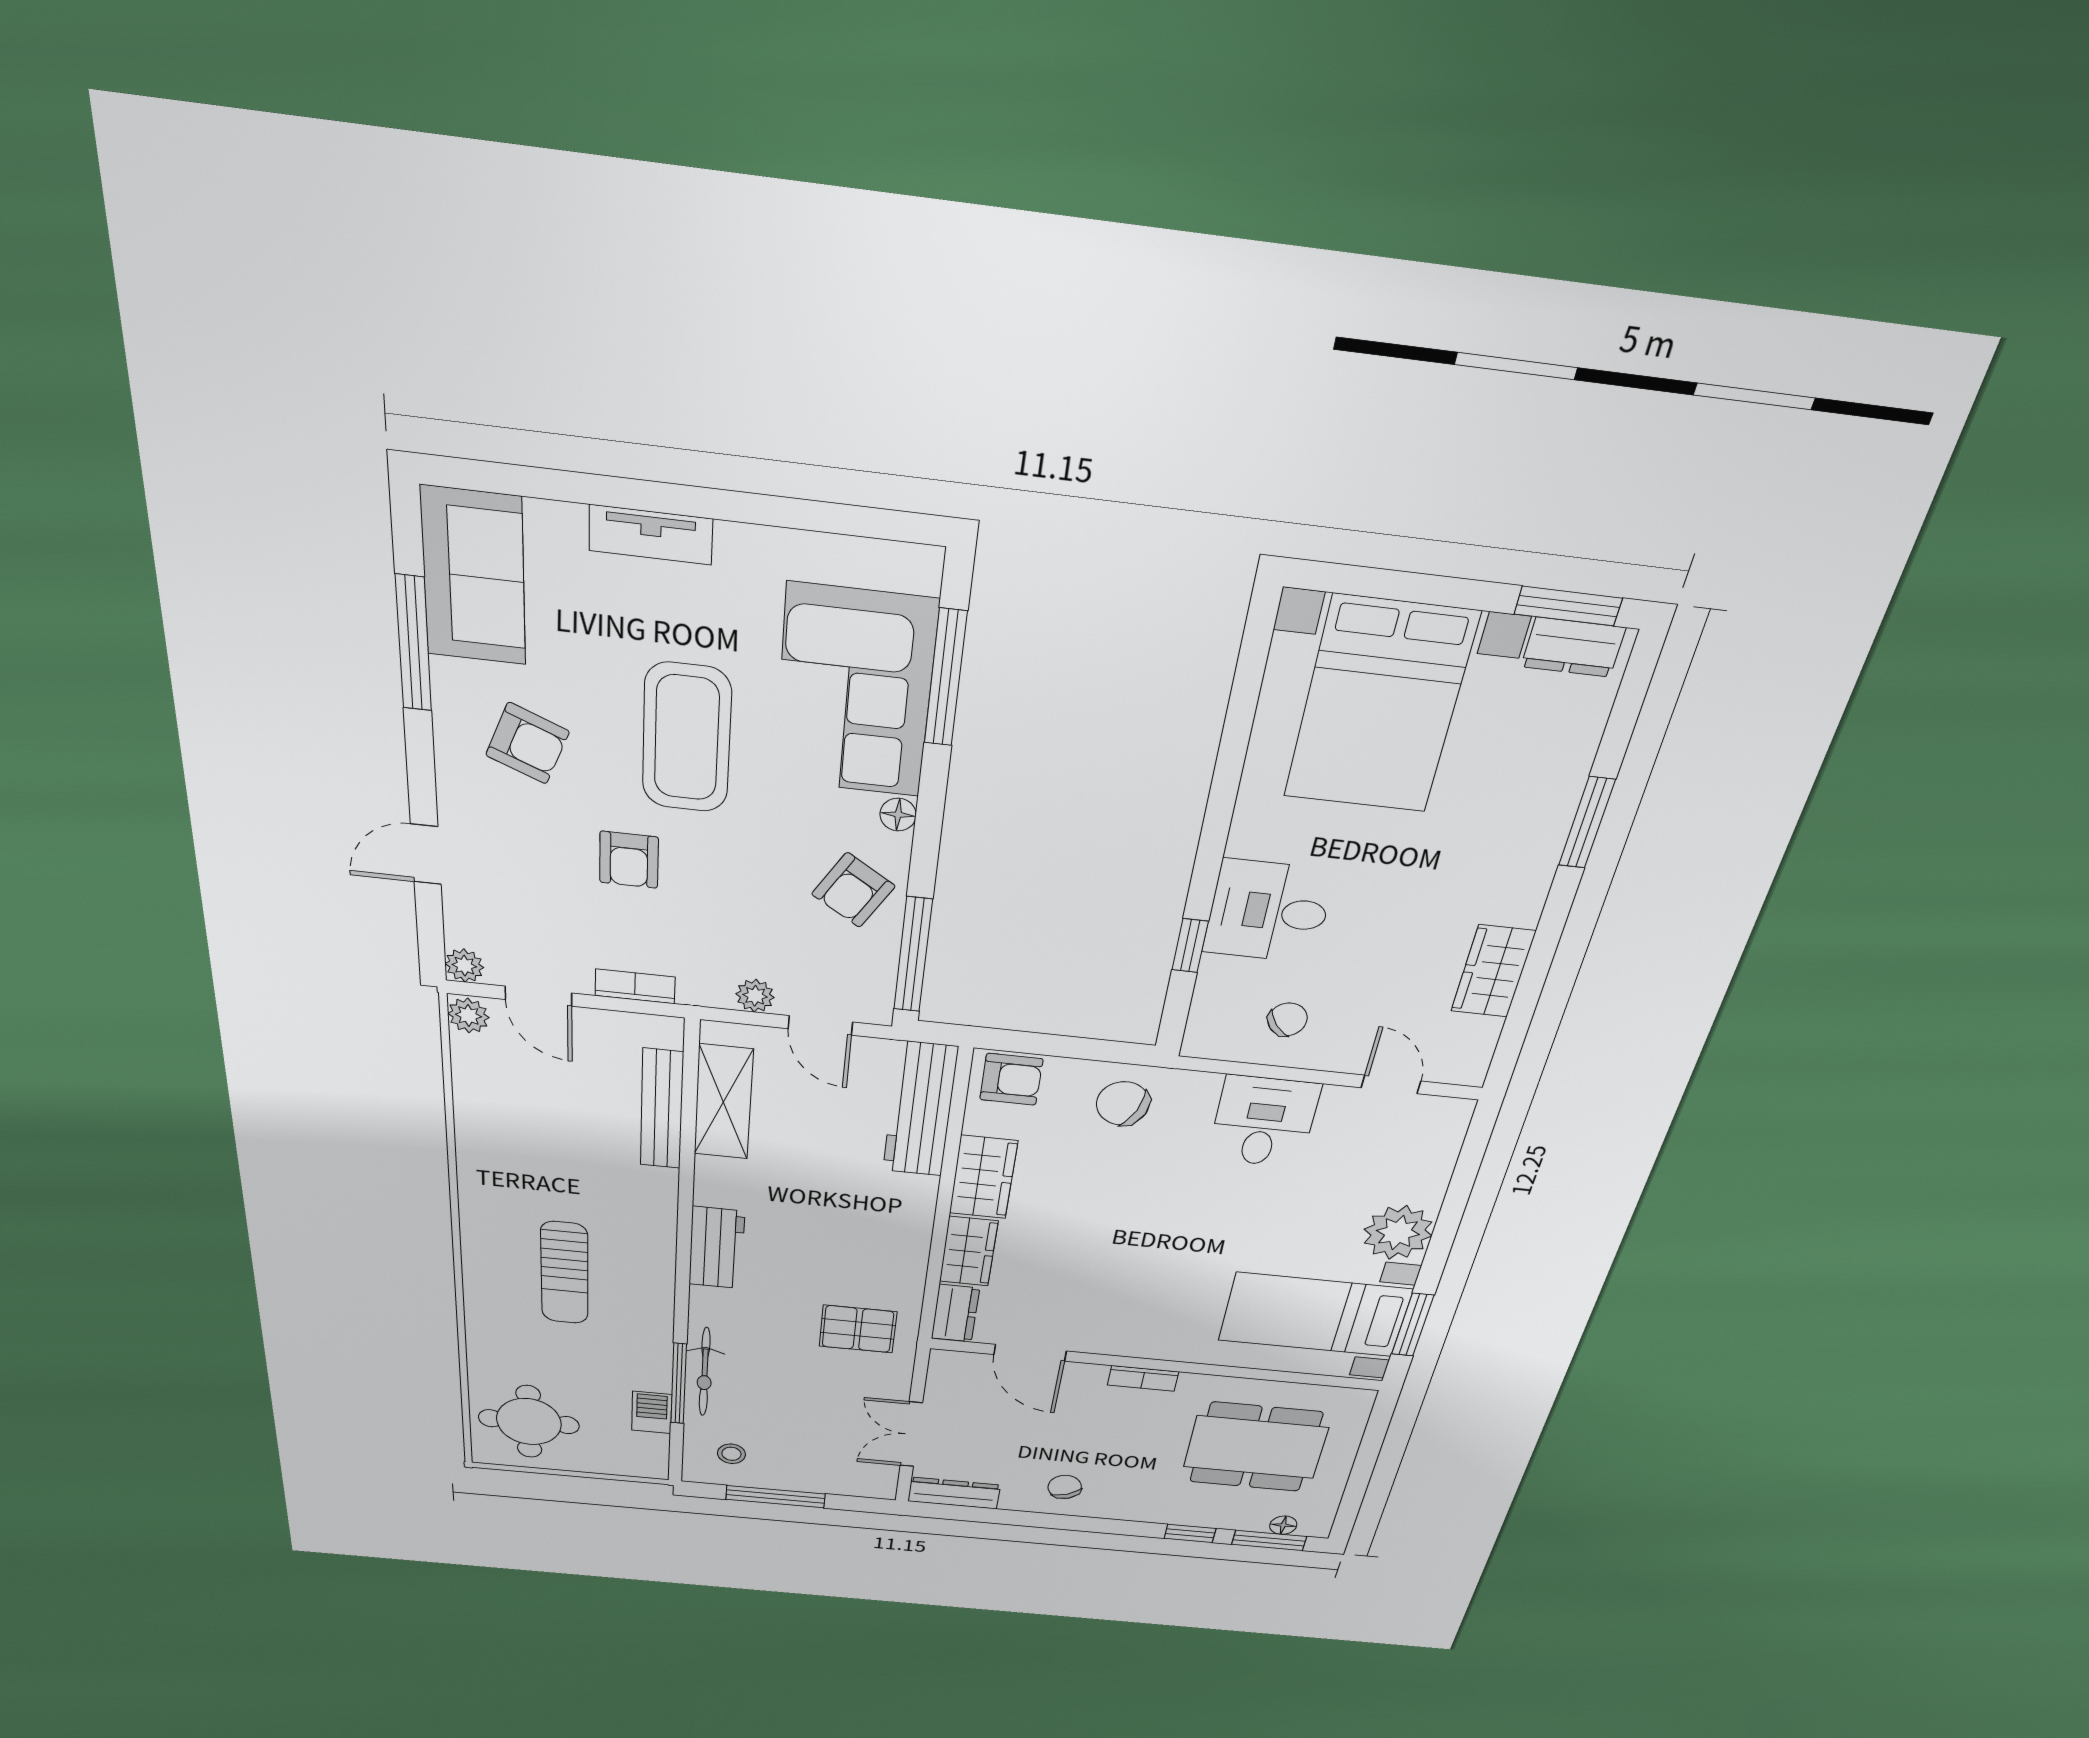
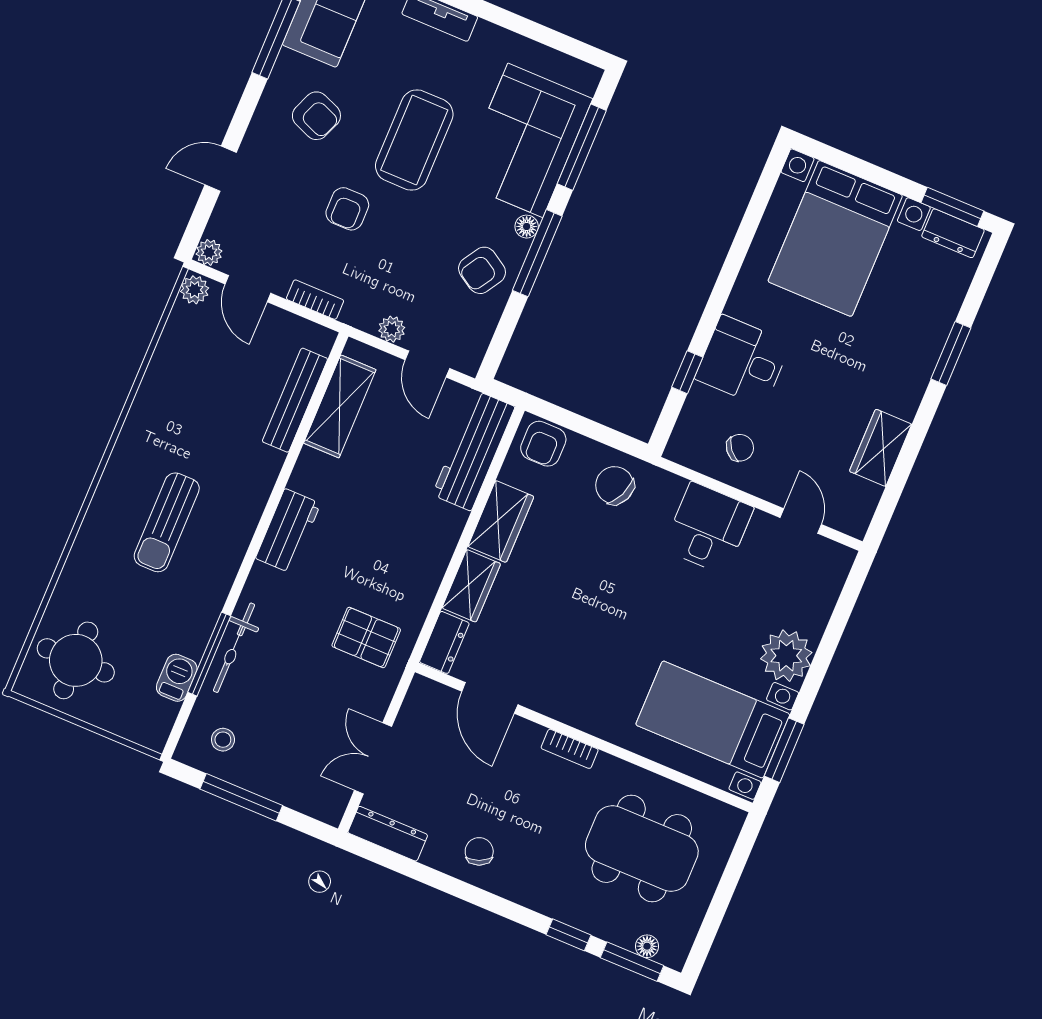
window: (913, 955) -> (537, 253), moved
armchair: (1011, 1079) -> (543, 444), turned 90

